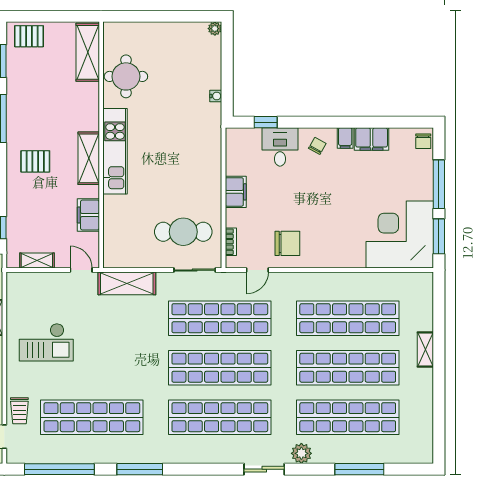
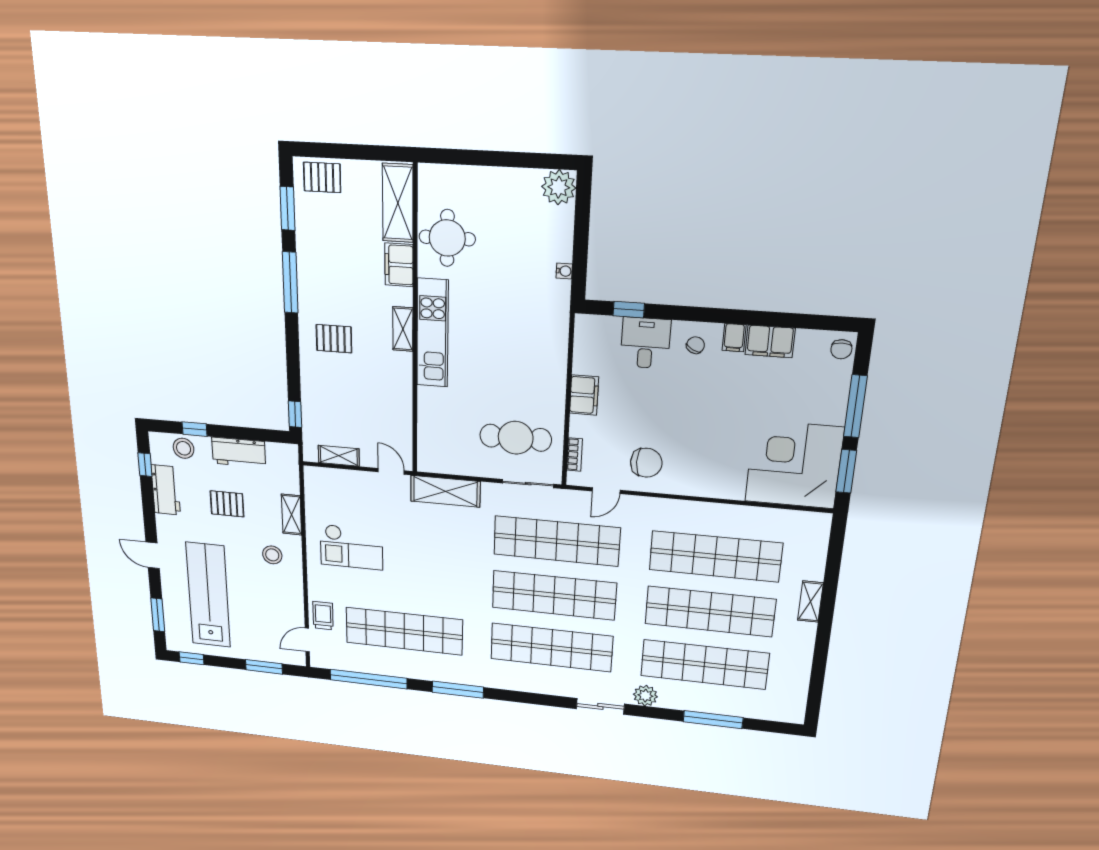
plant: (215, 29) -> (559, 187), width x1.87, depth x1.87
shelving: (89, 158) -> (403, 329), width x0.67, depth x0.75
filing cabinet: (88, 215) -> (399, 265), moved
trolley: (19, 411) -> (323, 616), turned 180

